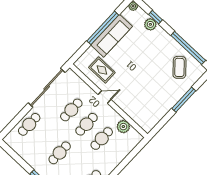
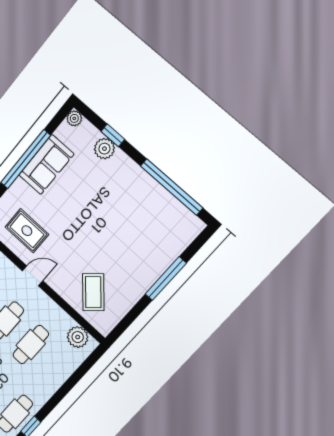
sofa: (112, 36) -> (46, 165), width x0.73
coffee table: (179, 67) -> (93, 292), moved
plant: (123, 127) -> (78, 337), moved

